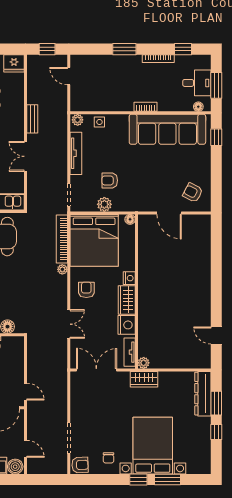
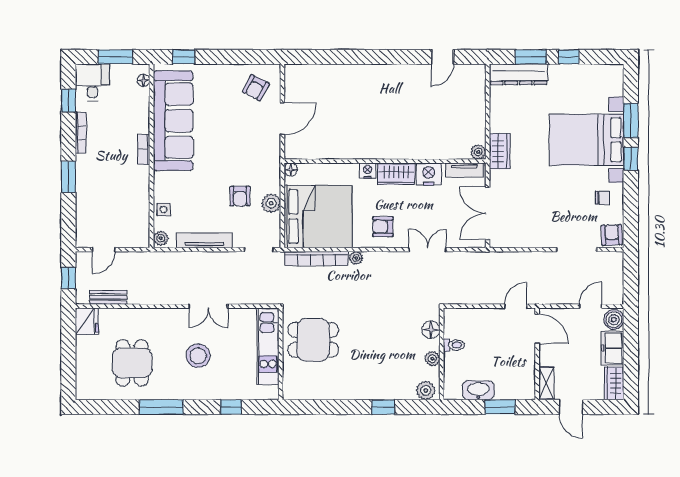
desk: (197, 83) -> (92, 82), moved
bench: (32, 119) -> (108, 297), moved

